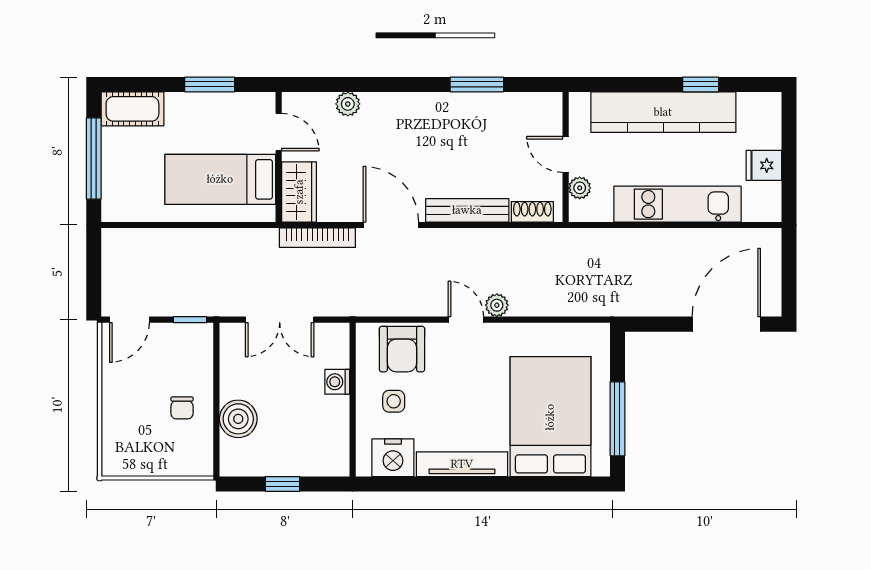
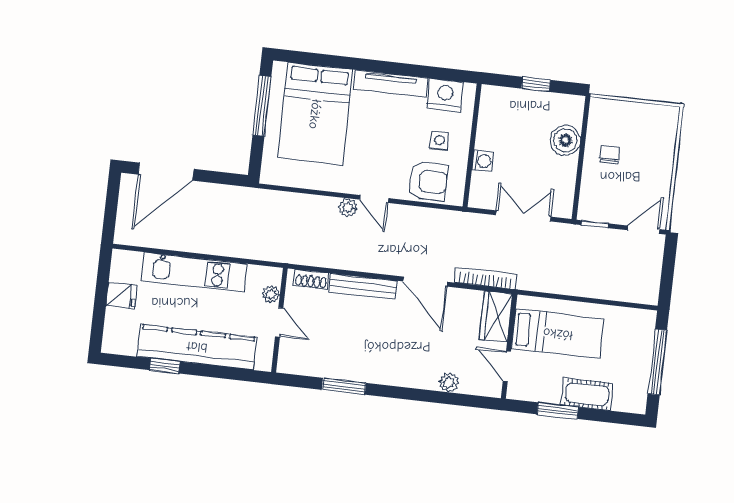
cot: (132, 109) -> (587, 394), moved
armchair: (402, 349) -> (428, 181), turned 90

